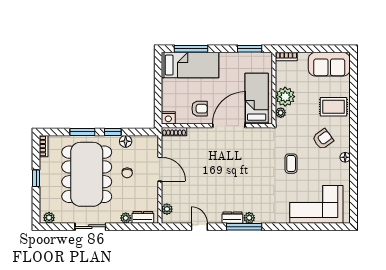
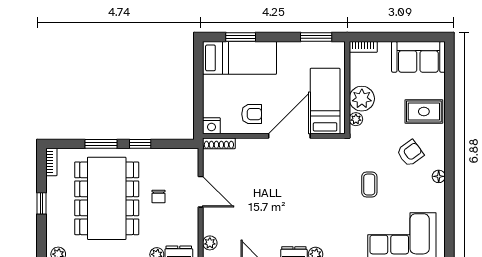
window: (191, 49) -> (241, 37), width x0.69
floor lamp: (126, 141) -> (157, 156), removed

